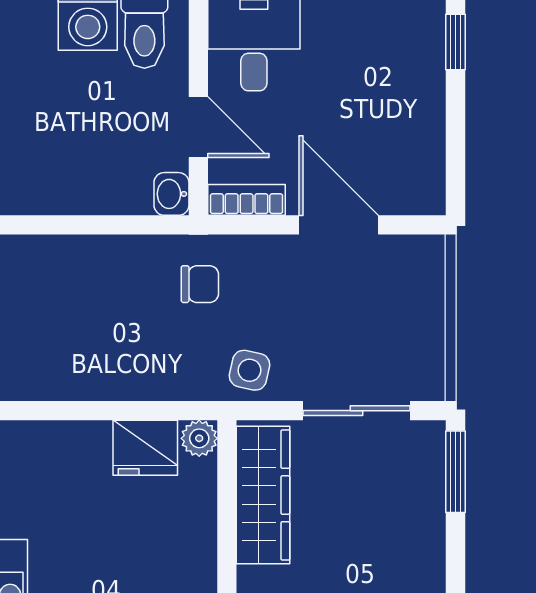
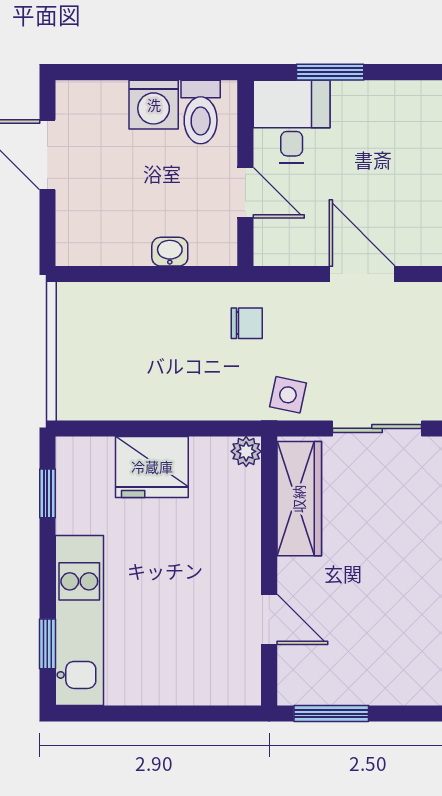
washbasin: (171, 194) -> (170, 252), moved, turned 90
bookcase: (247, 200) -> (285, 253), removed
fridge: (145, 448) -> (152, 467), moved, width x1.36, depth x1.34

